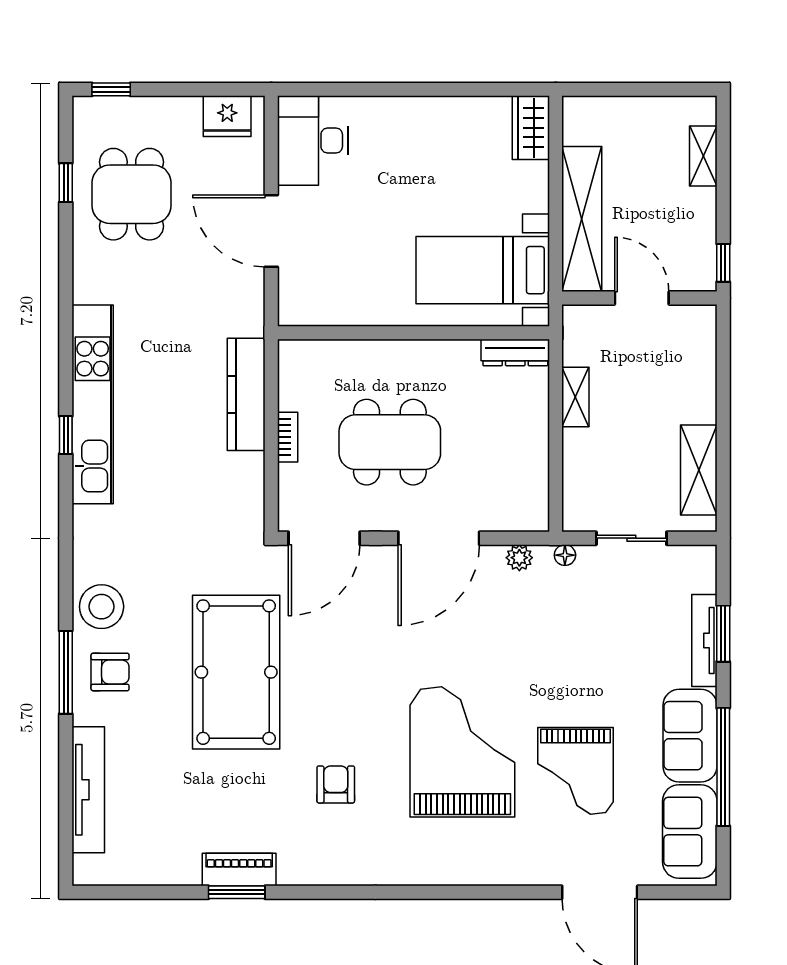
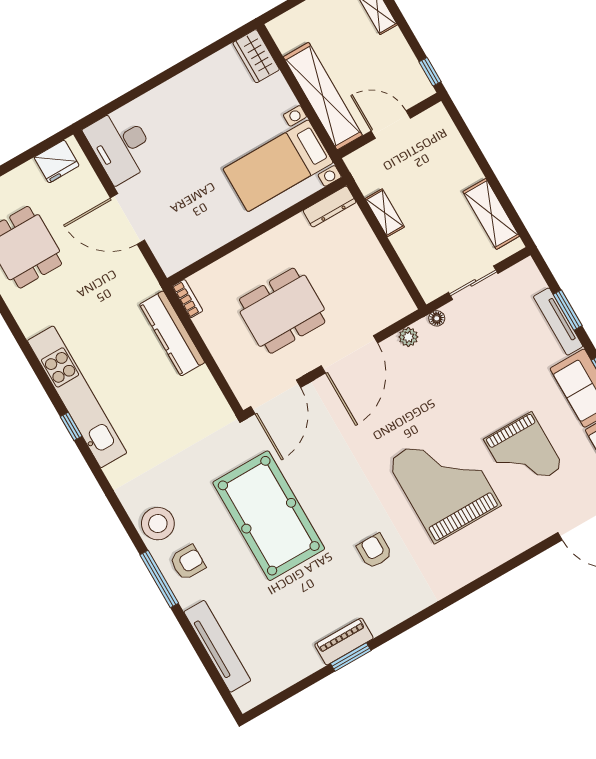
bookcase: (288, 437) -> (187, 299), moved

